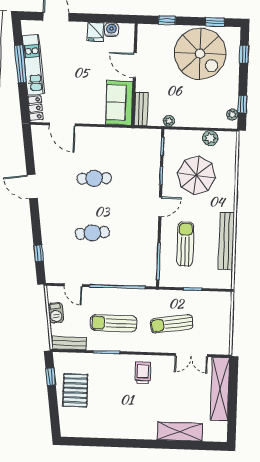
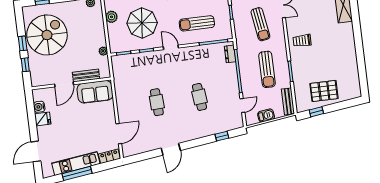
window: (215, 22) -> (23, 43), moved
bench: (141, 109) -> (86, 75), moved
dresser: (140, 280) -> (230, 54), added

